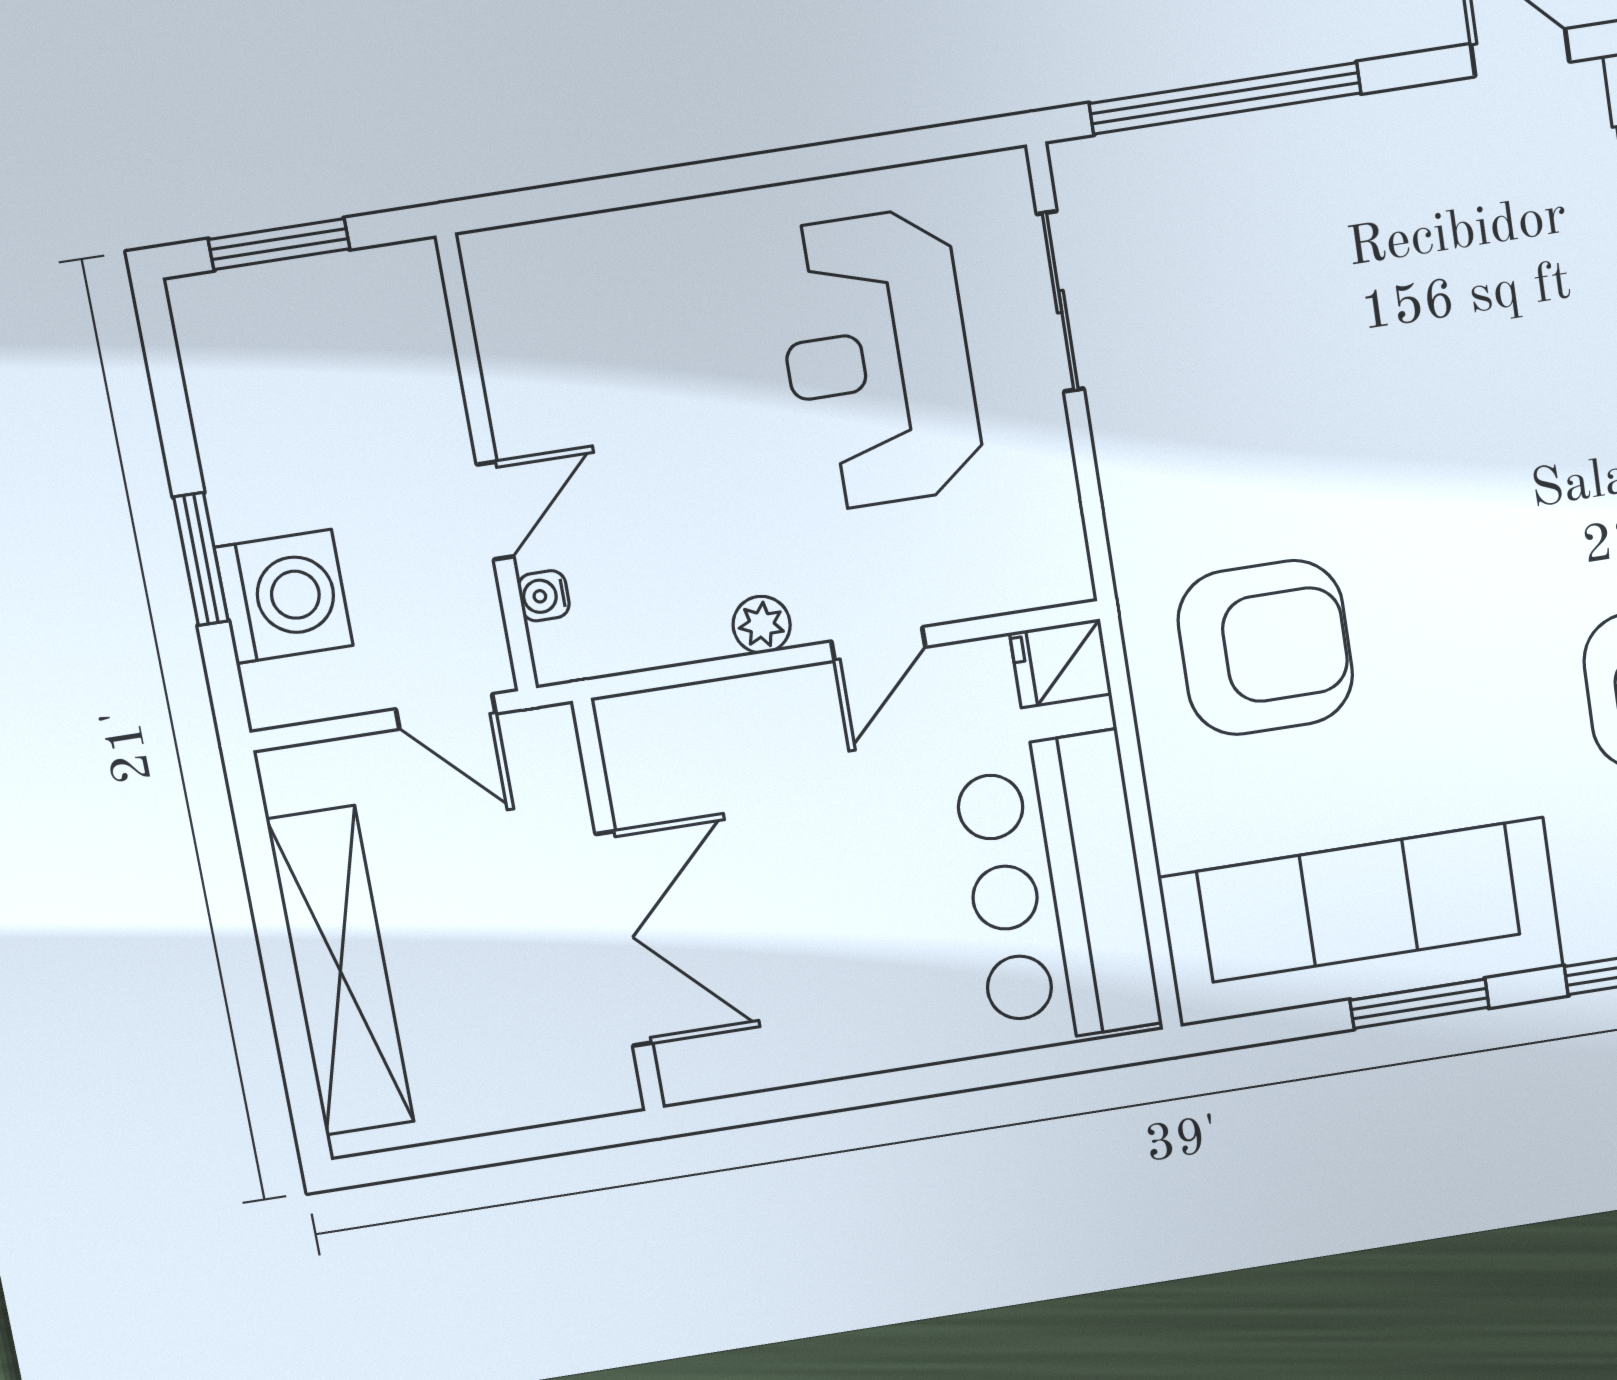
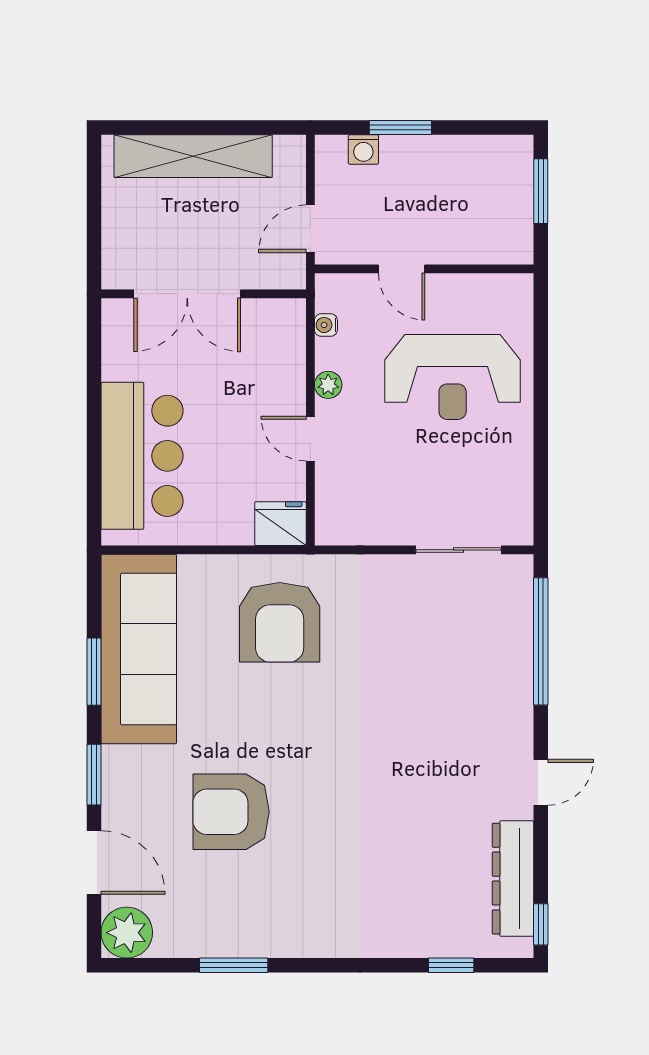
reception desk: (878, 360) -> (453, 377), moved, turned 180
water cooler: (544, 596) -> (326, 325), moved, turned -90
washing machine: (284, 597) -> (363, 149), width x0.53, depth x0.53
fridge: (1061, 663) -> (280, 524), width x1.38
bar counter: (1057, 890) -> (142, 456), moved, turned 90

